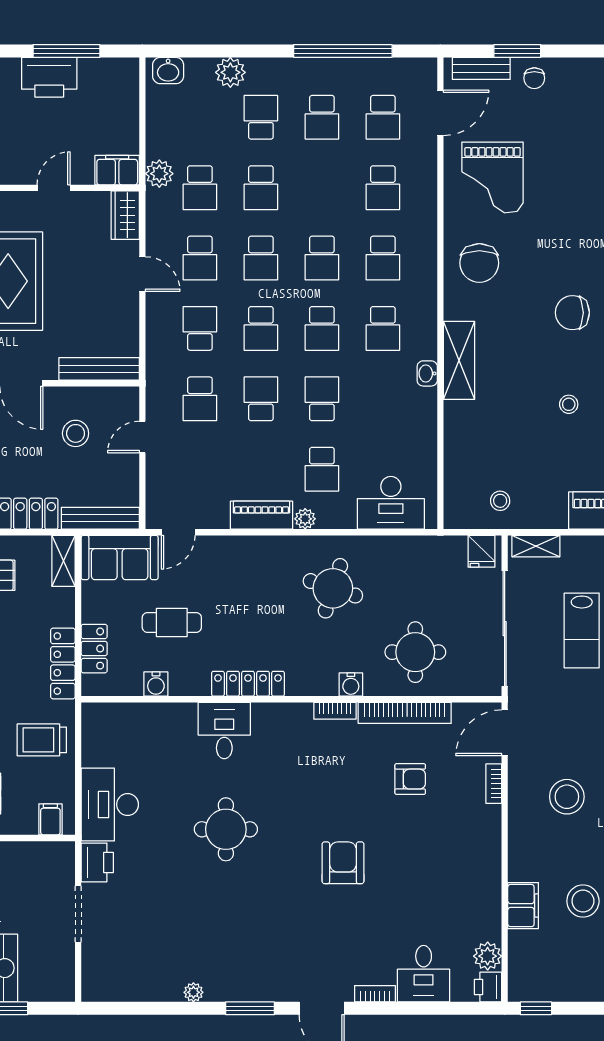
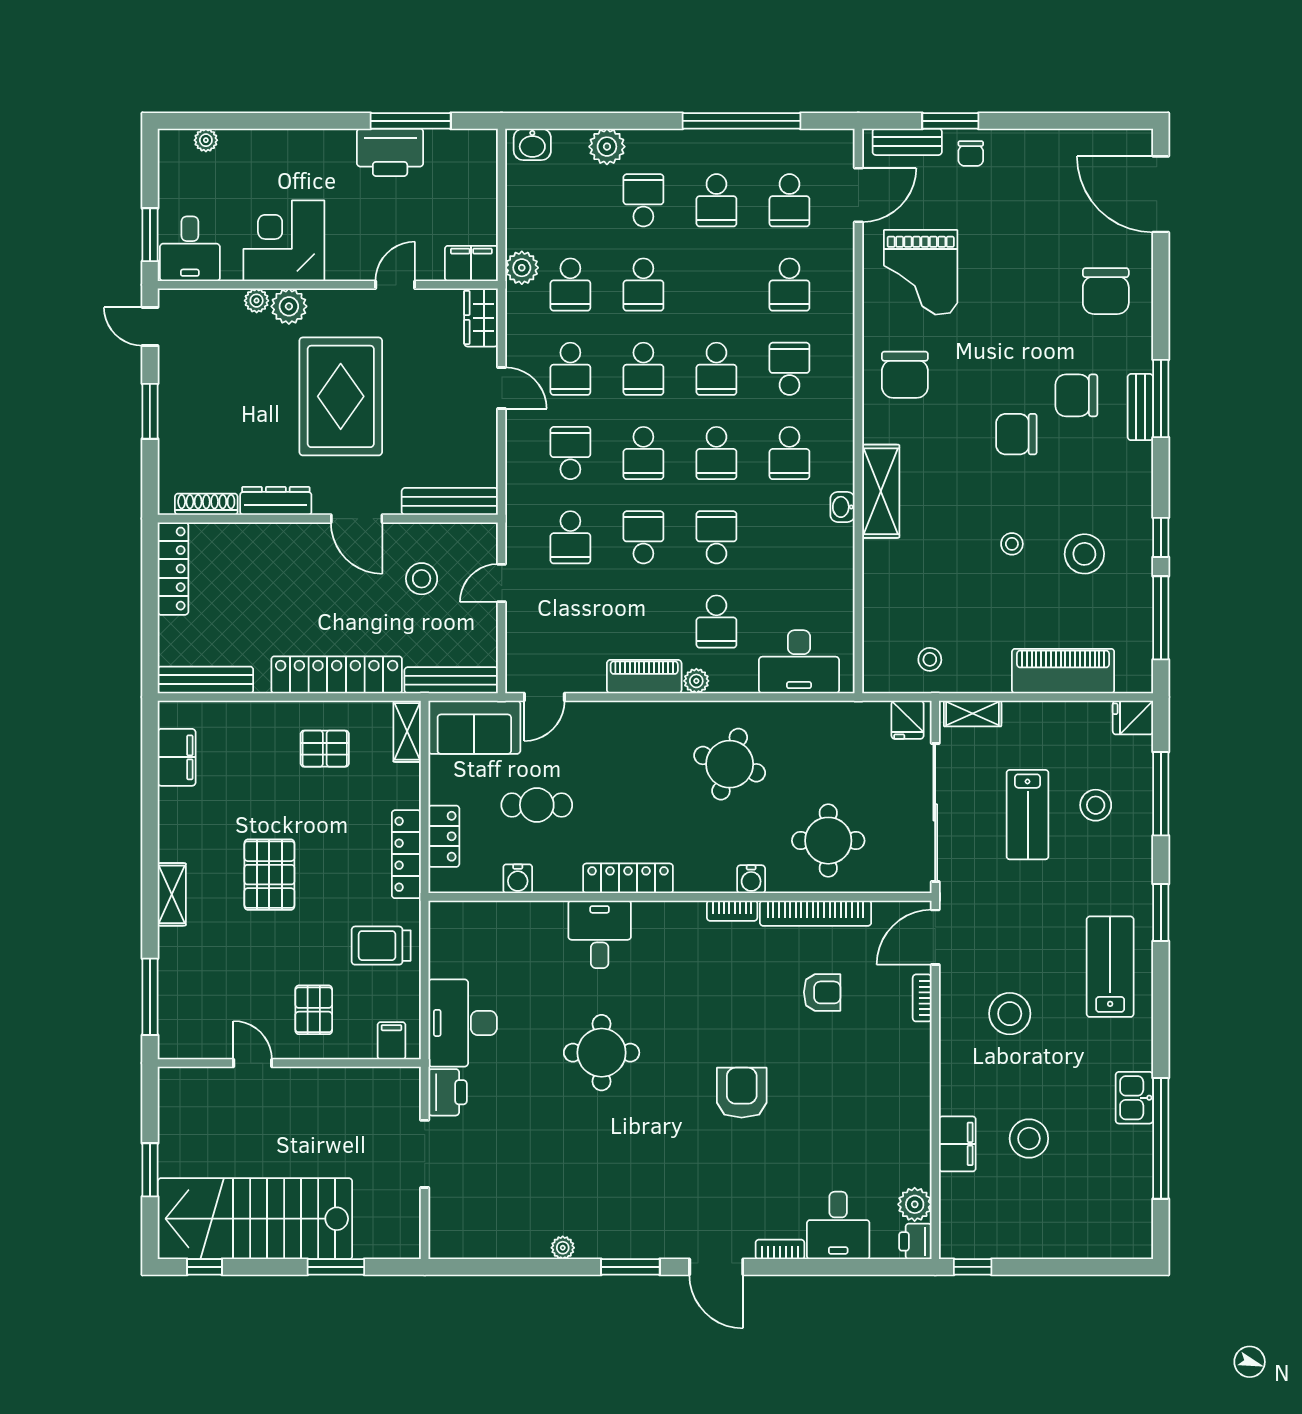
school desk: (383, 258) -> (789, 369), turned 180

